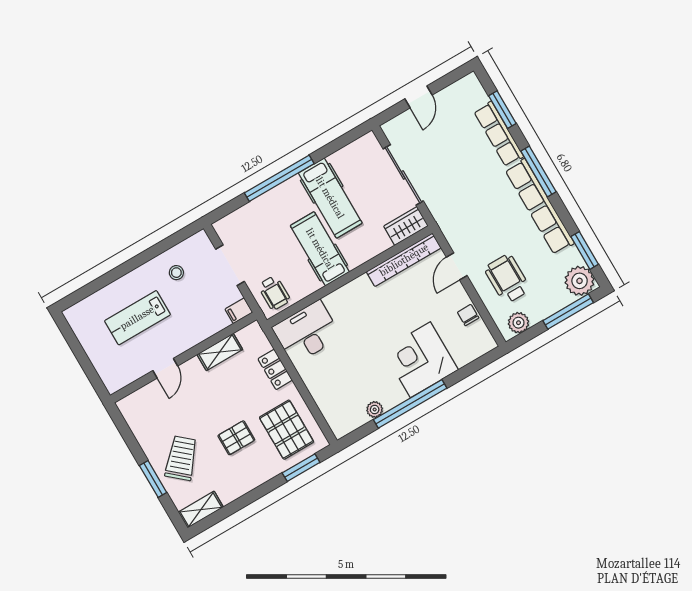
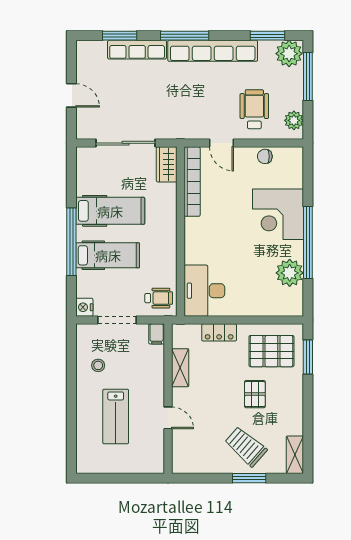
nightstand: (224, 227) -> (84, 307), added
hospital bed: (320, 249) -> (108, 255), moved, turned 180
wheelchair: (507, 279) -> (254, 109), turned 90
plant: (375, 409) -> (290, 273), width x1.88, depth x1.88

